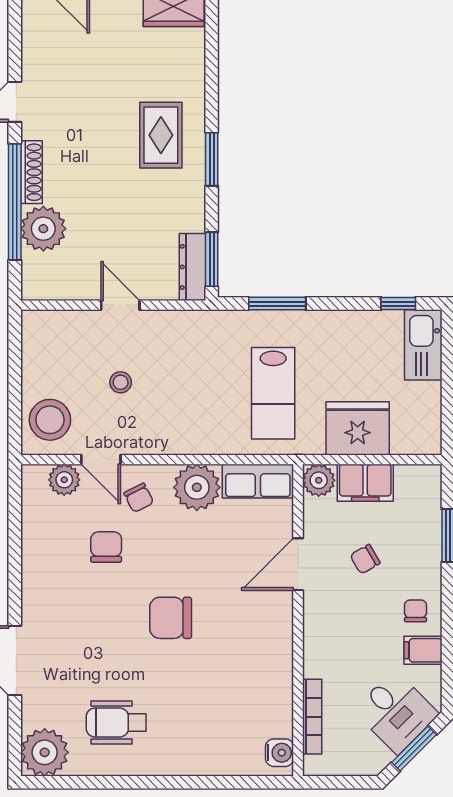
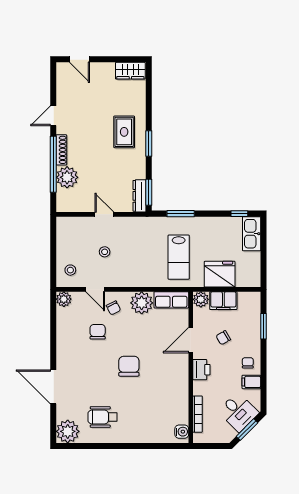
stool: (50, 420) -> (70, 270), width x0.53, depth x0.53
plant: (64, 480) -> (64, 299), moved
chair: (171, 618) -> (129, 366), turned 90
printer: (320, 625) -> (201, 370), added

